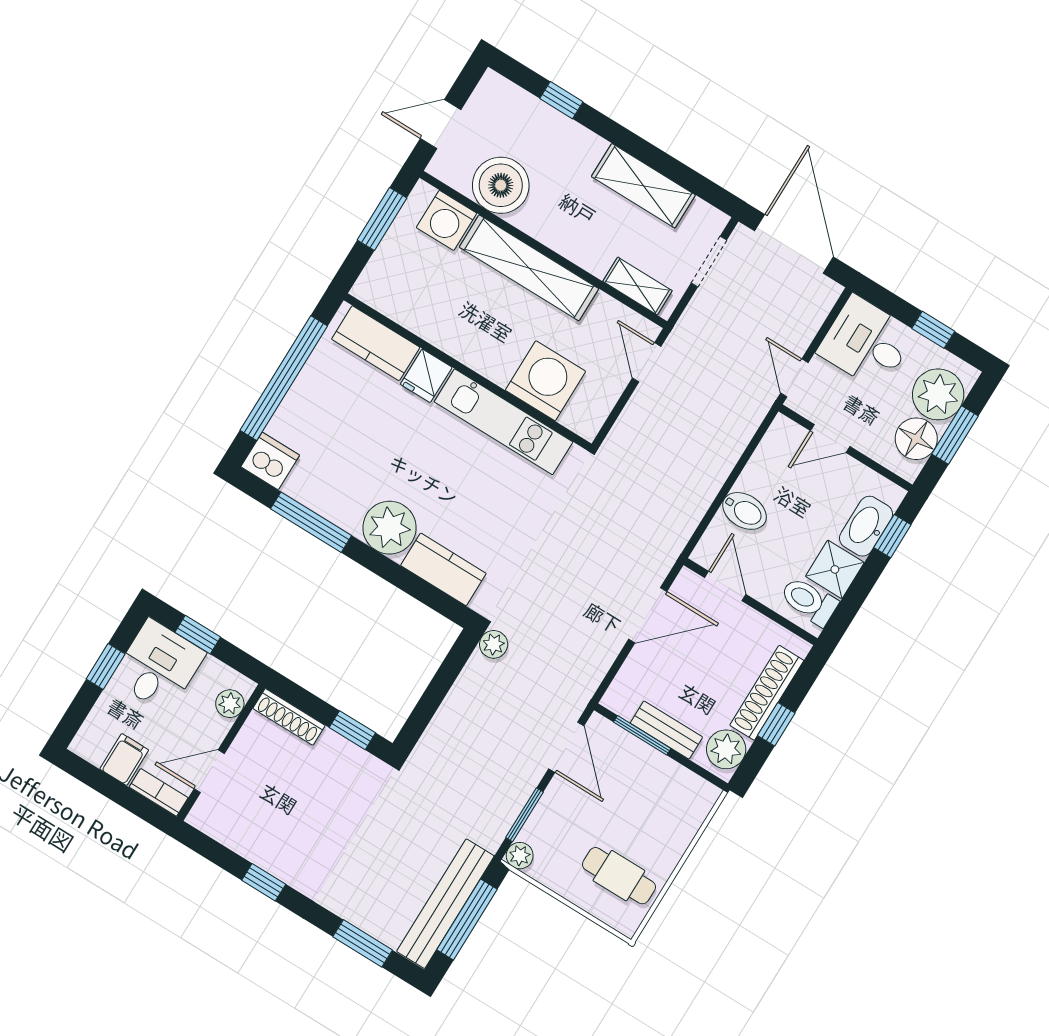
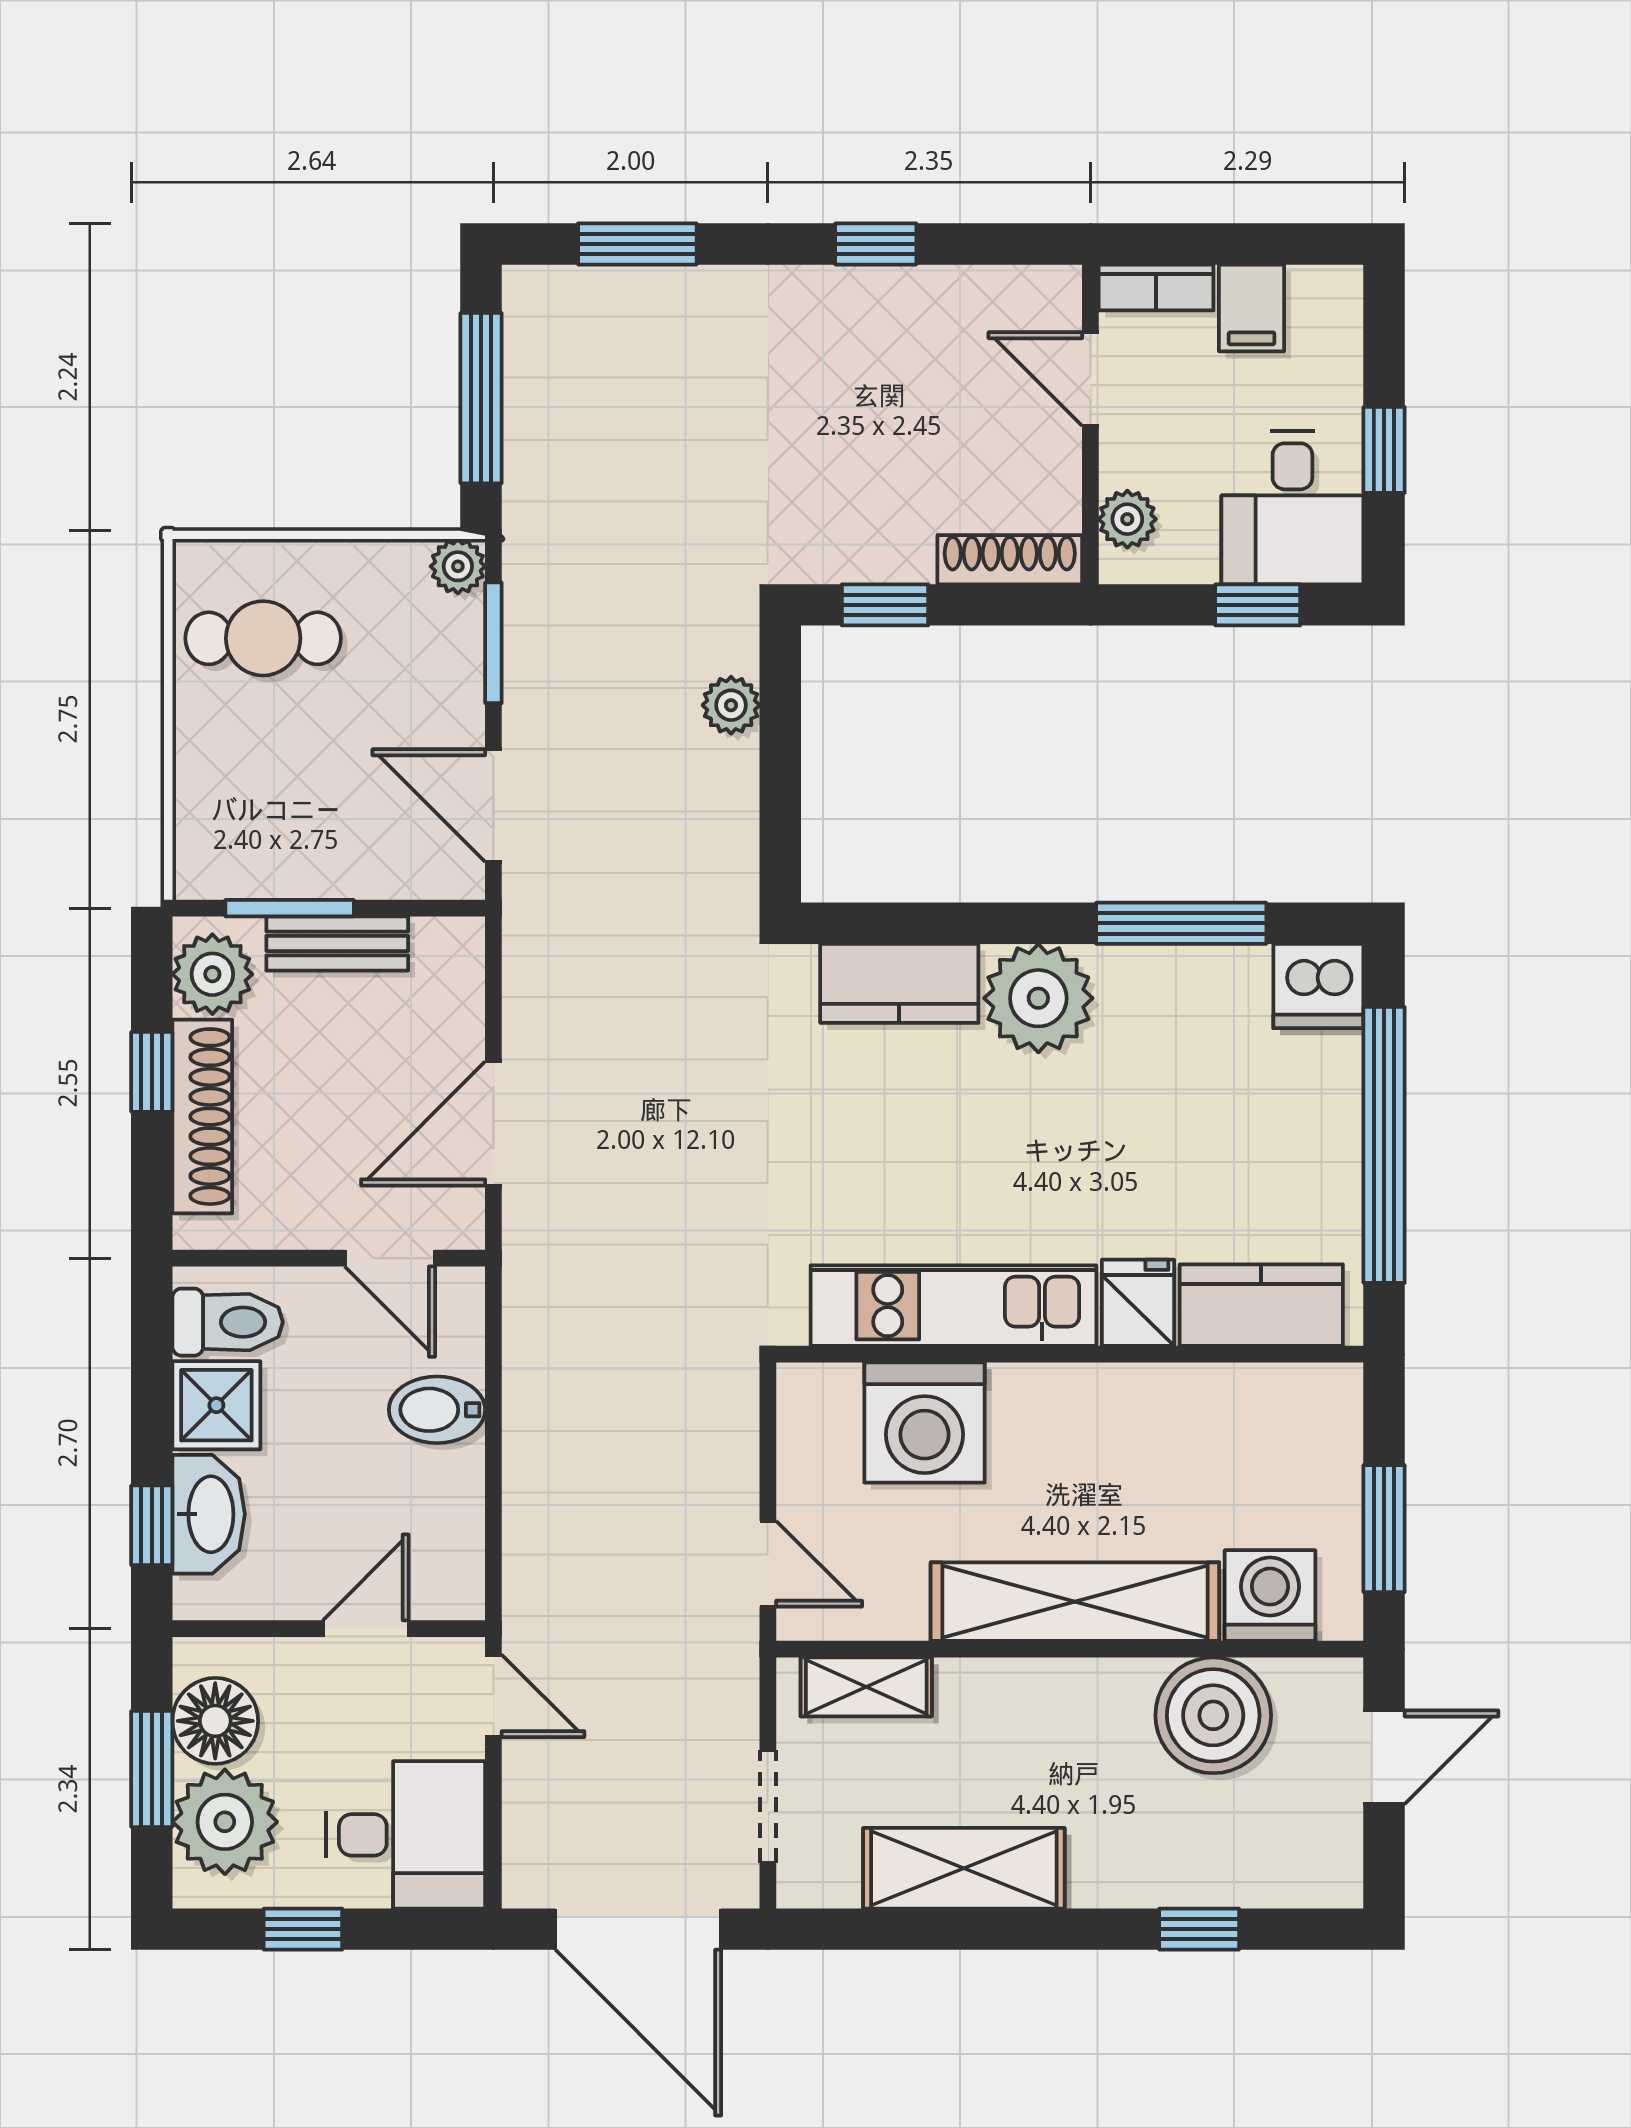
plant: (494, 644) -> (731, 705), moved
window: (642, 735) -> (290, 908), moved
door: (209, 771) -> (1090, 379), swing flipped
bench: (445, 904) -> (536, 402), removed

